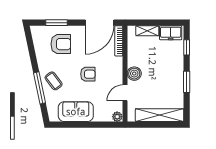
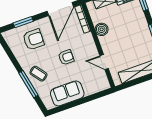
boiler: (134, 74) -> (102, 29), moved
door: (125, 93) -> (104, 62), hinge flipped
plant: (117, 117) -> (105, 85), removed

